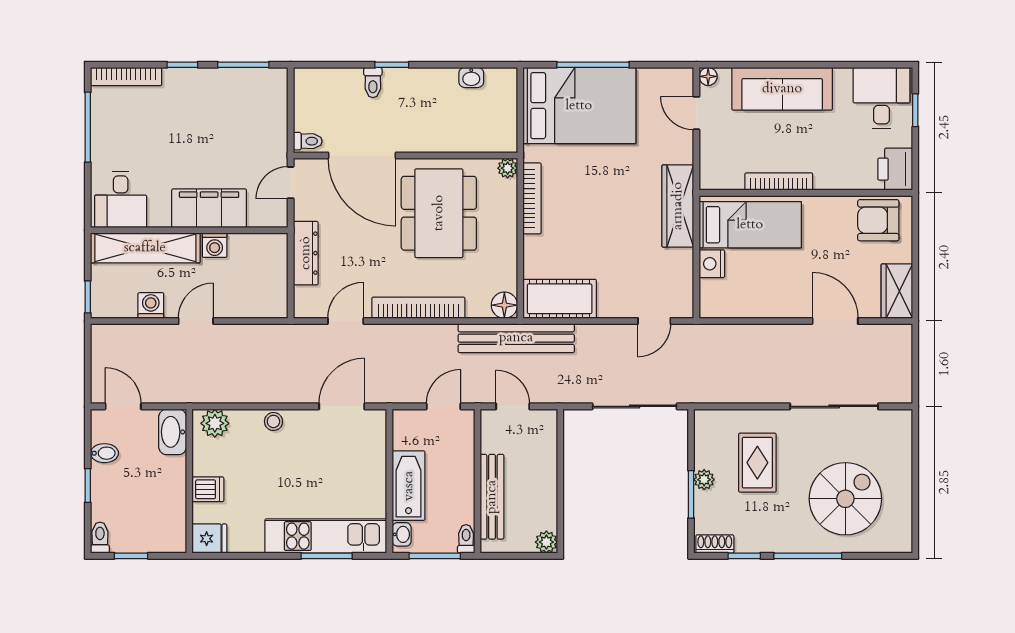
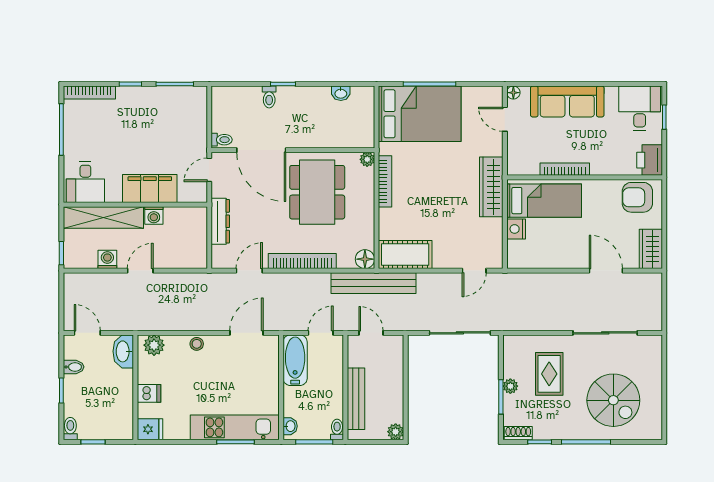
bathtub: (409, 486) -> (295, 360), moved
spiral stairs: (845, 499) -> (613, 400), turned 90

